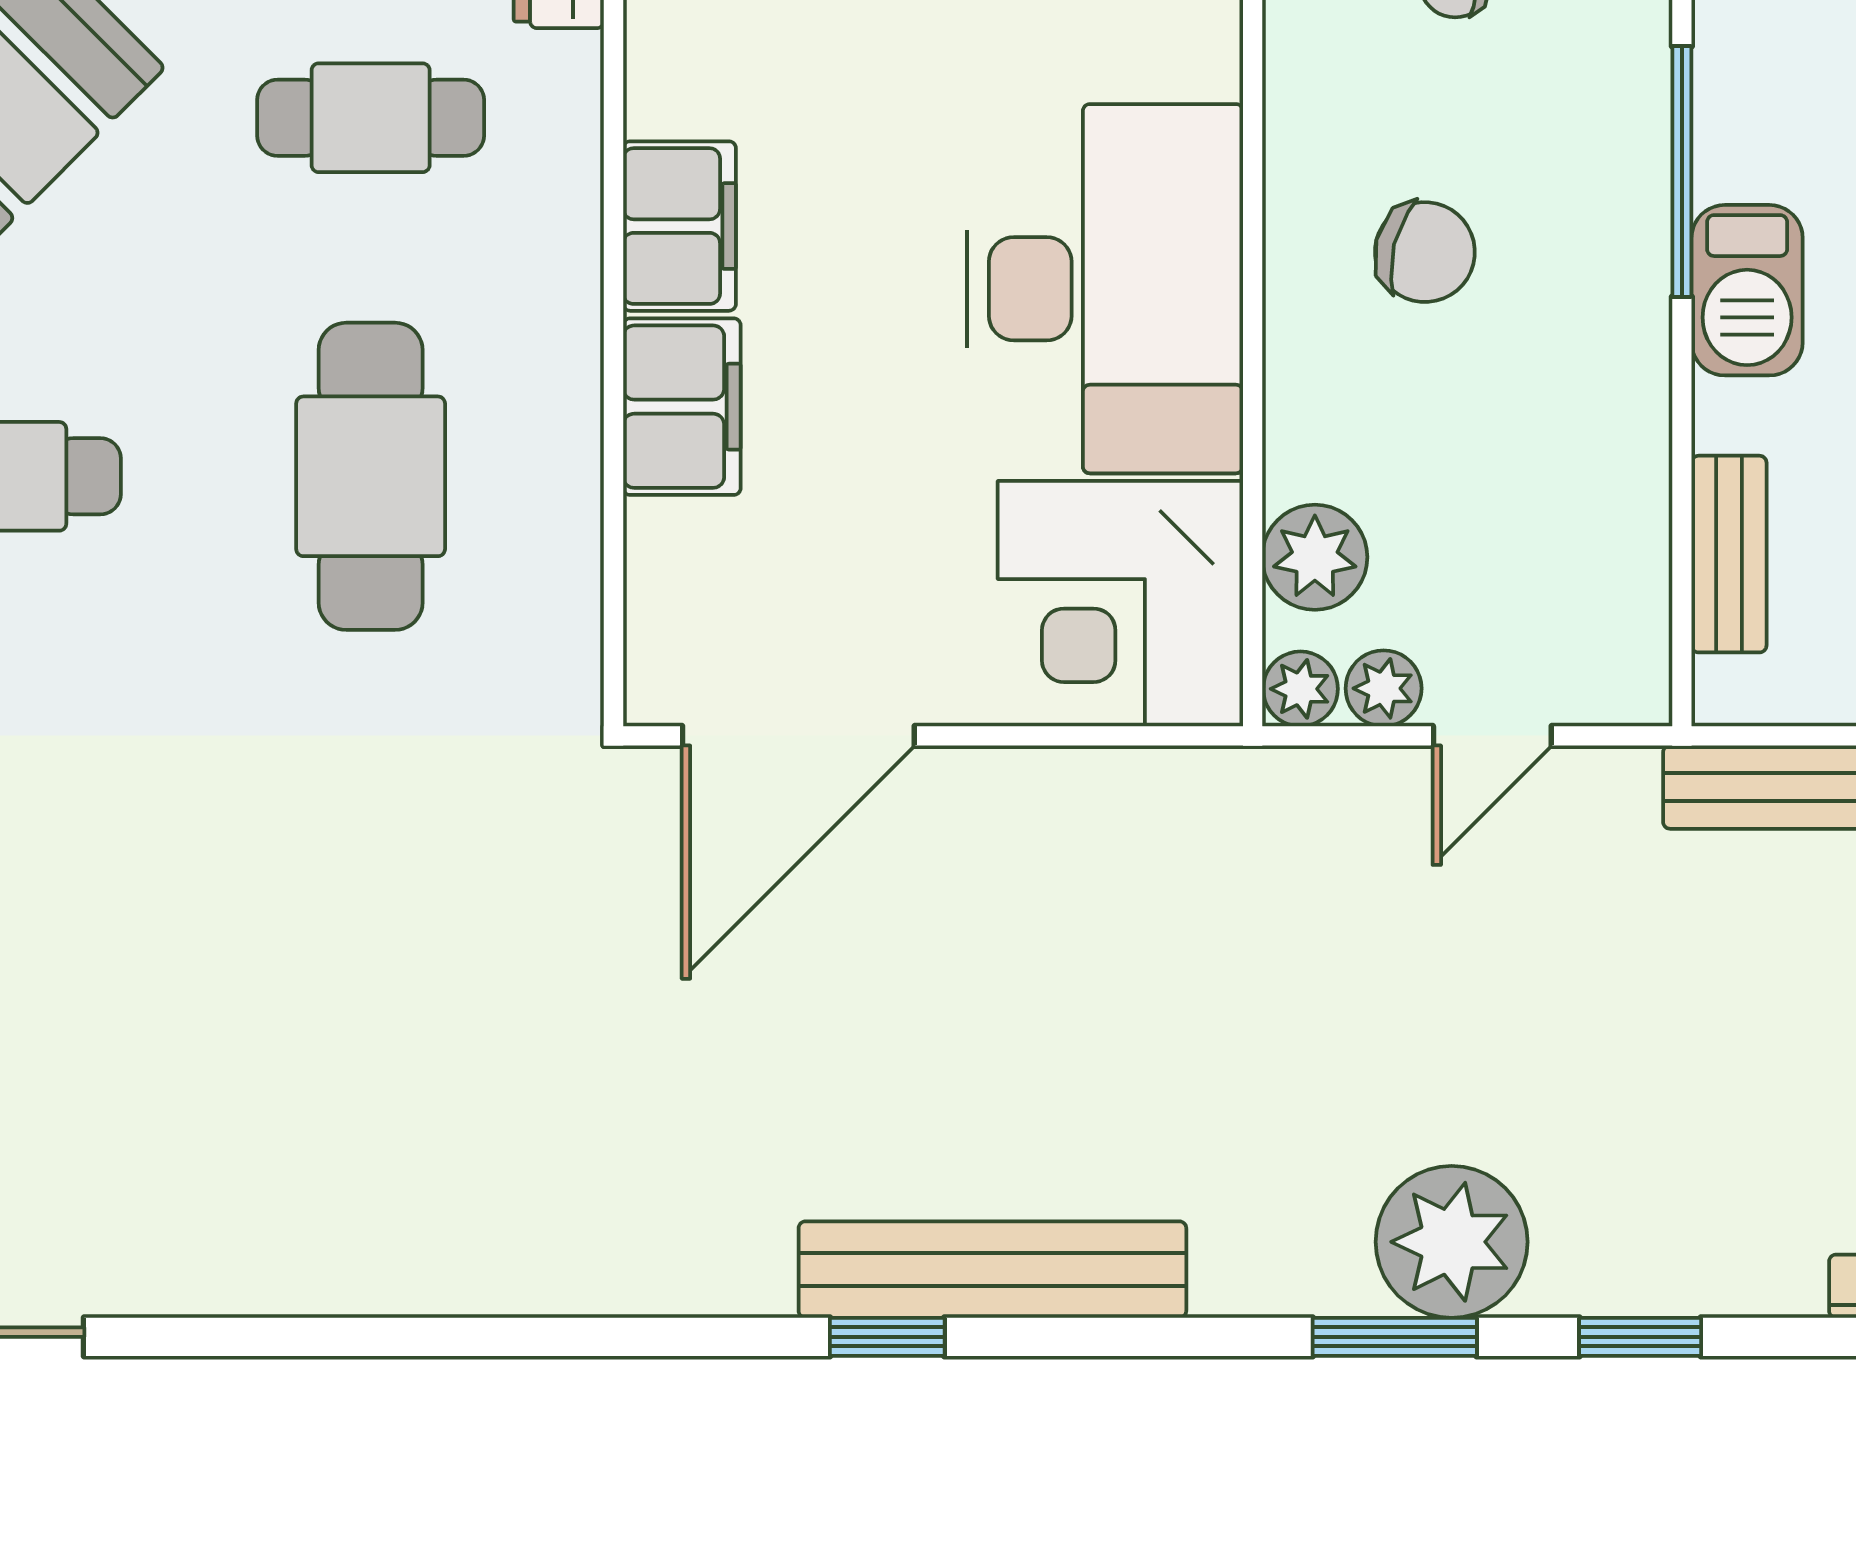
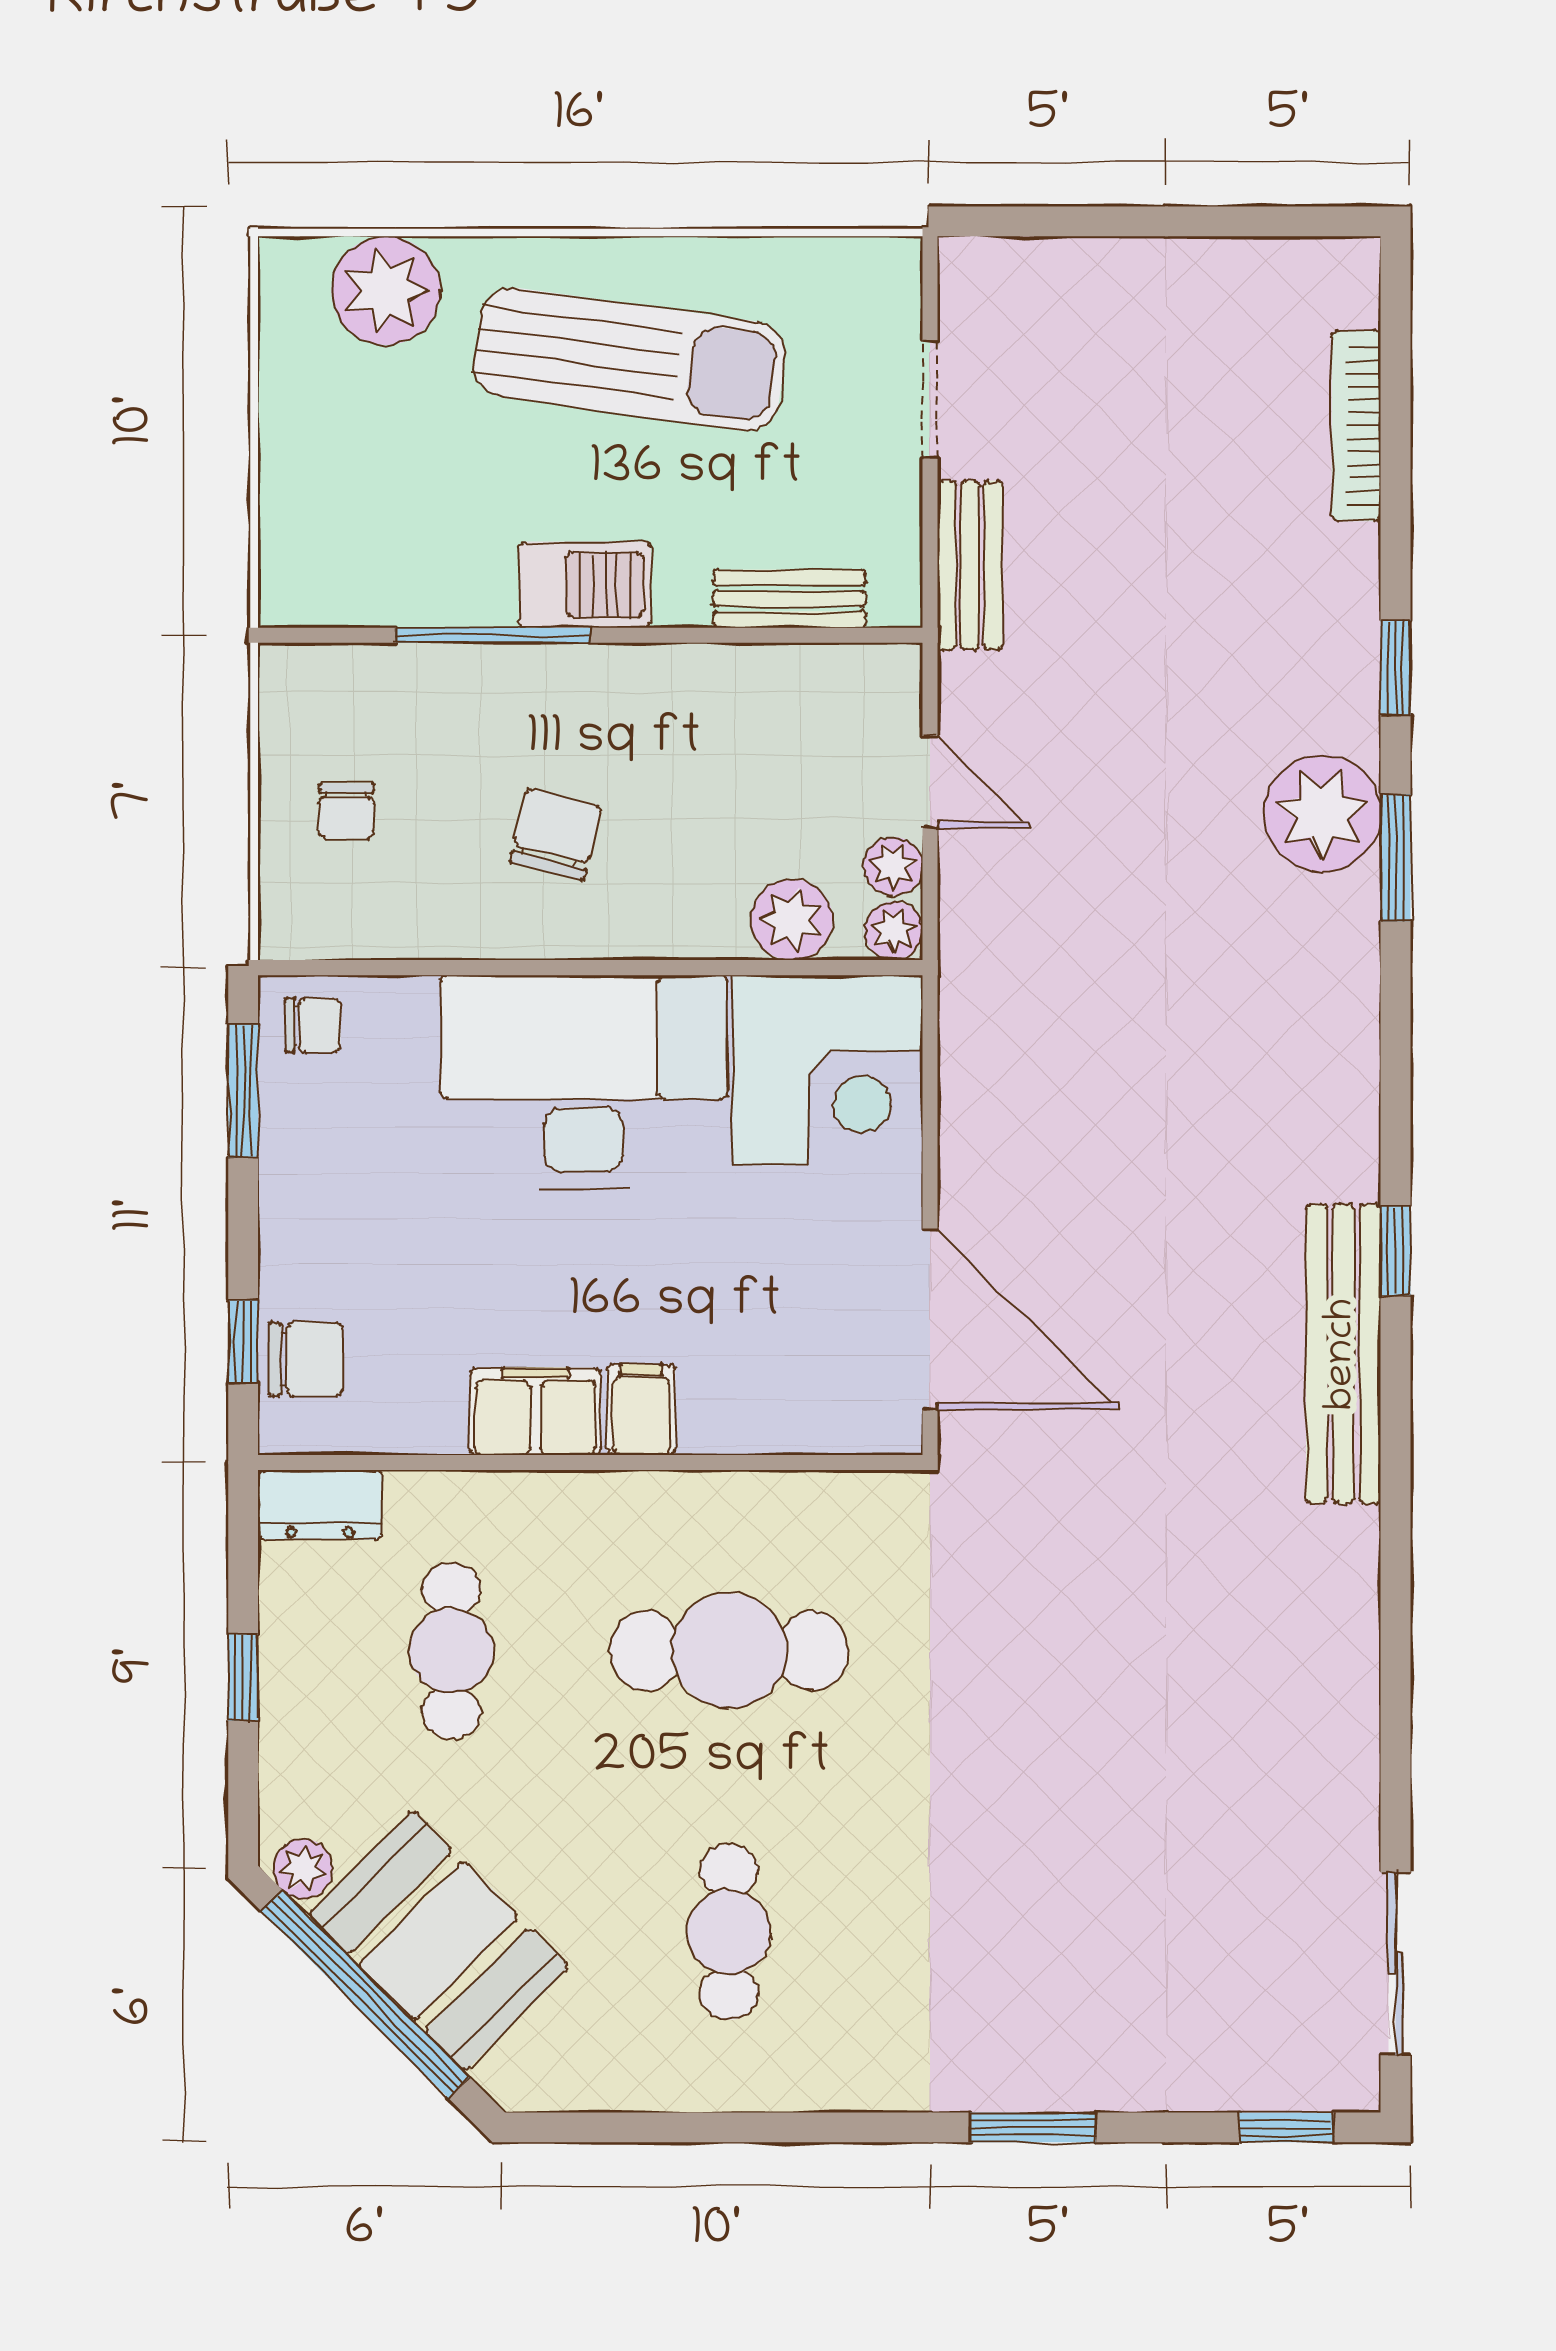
filing cabinet: (682, 407) -> (641, 1410), width x0.50
bench: (992, 1270) -> (1343, 1354), moved

